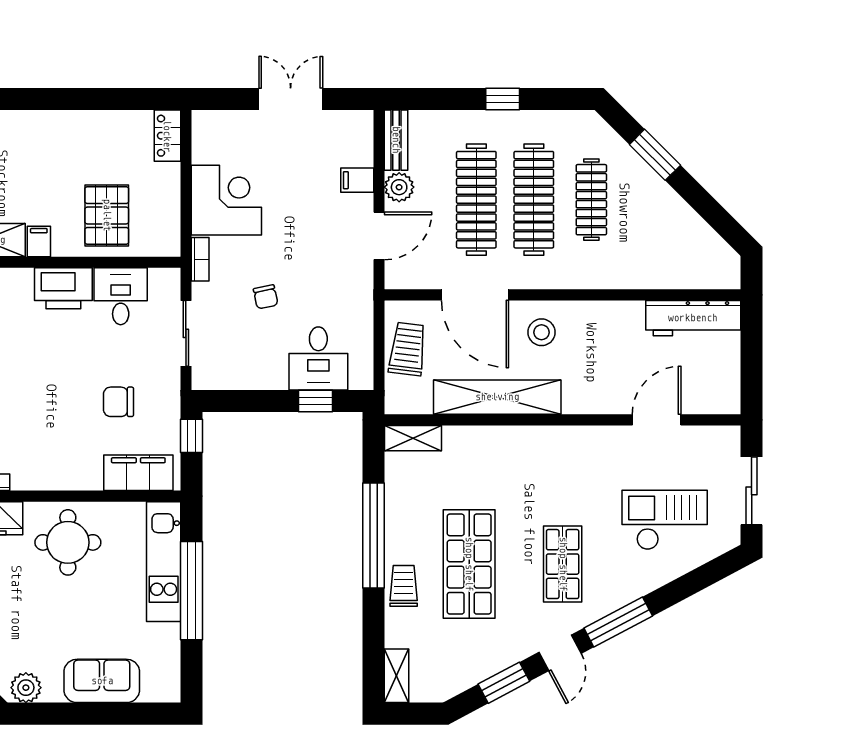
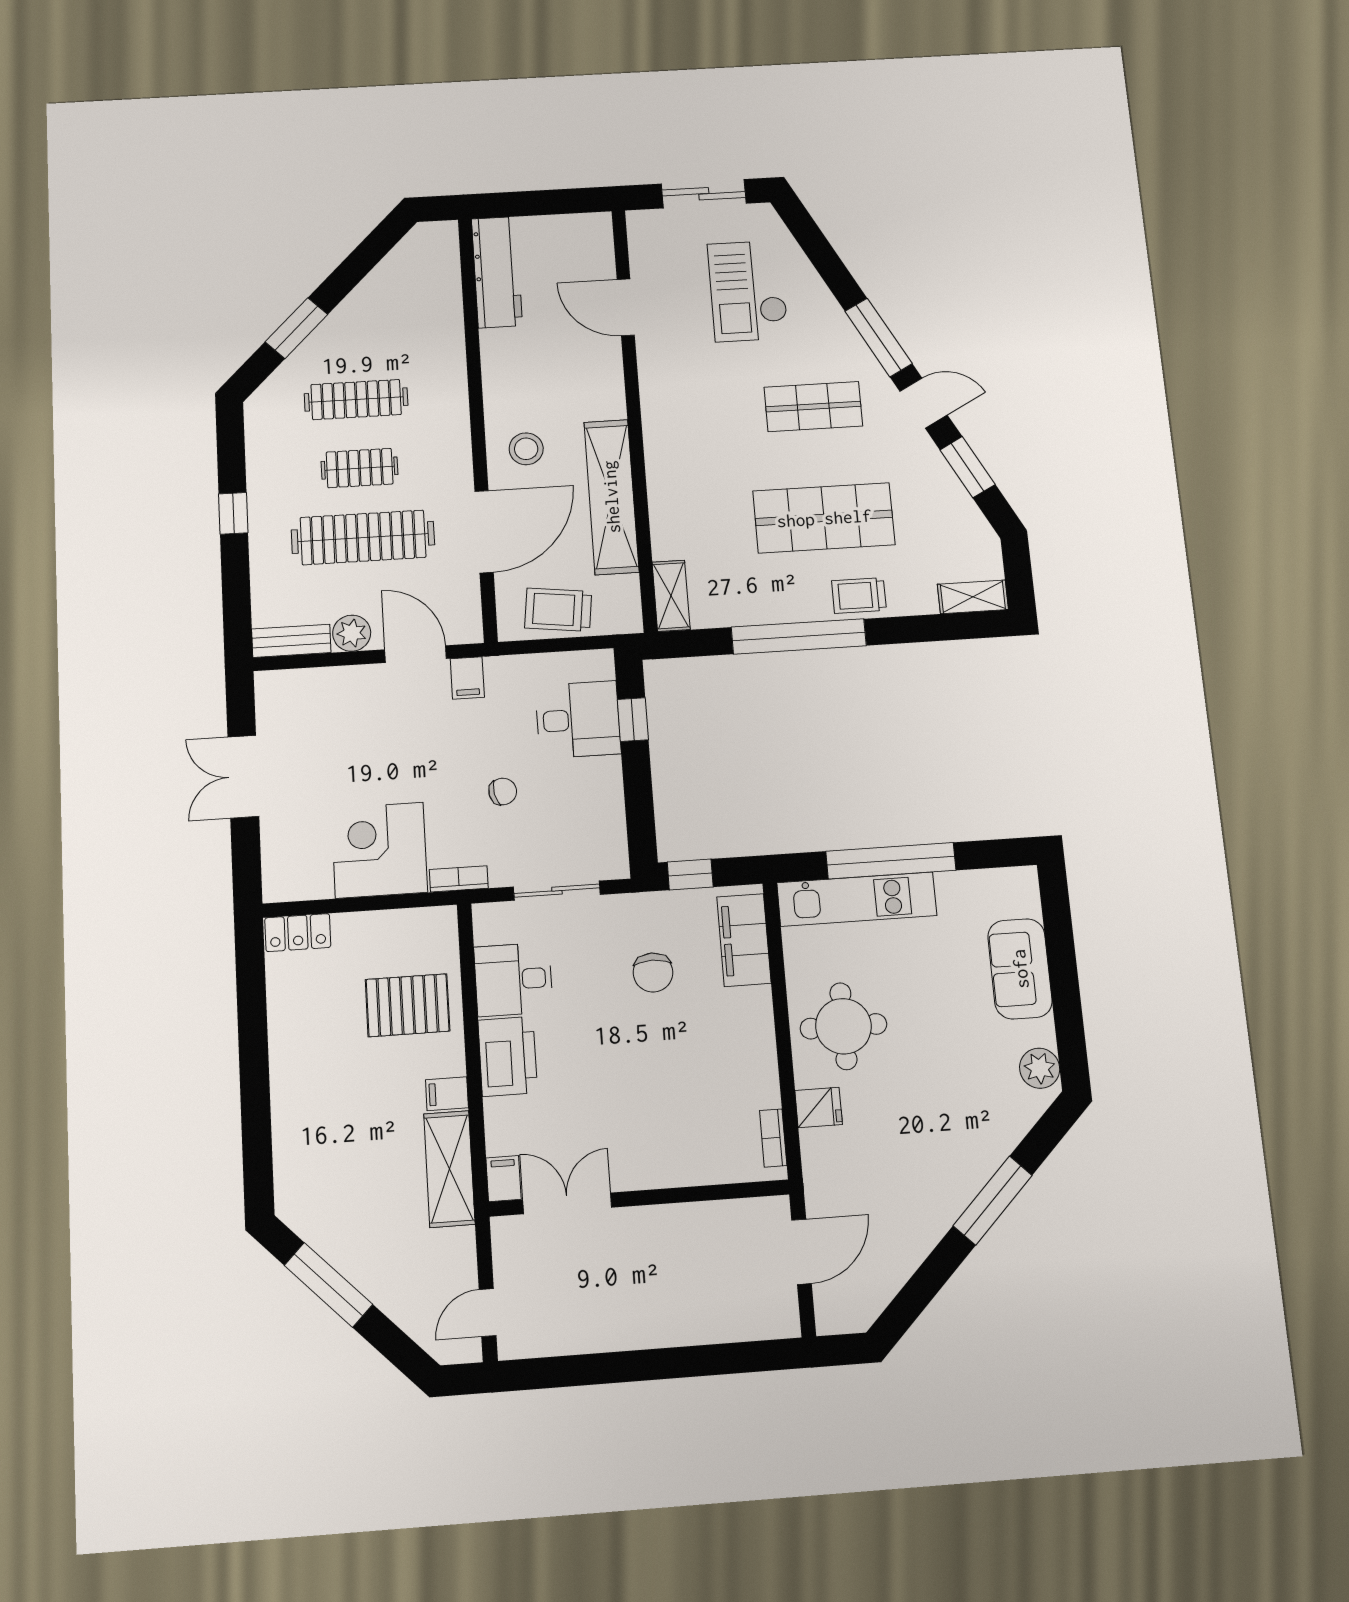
filing cabinet: (357, 180) -> (467, 678), moved
clothes rail: (534, 200) -> (360, 468), width x0.54, depth x0.76

